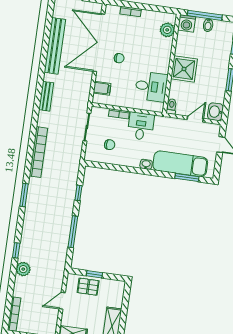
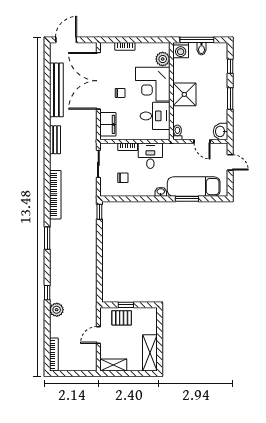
corner desk: (153, 54) -> (153, 84), added
filing cabinet: (102, 88) -> (108, 124), width x2.00
door: (195, 119) -> (202, 141), swing flipped
window: (187, 178) -> (187, 199), moved
window: (78, 193) -> (99, 212), moved
window: (73, 232) -> (99, 267), removed

